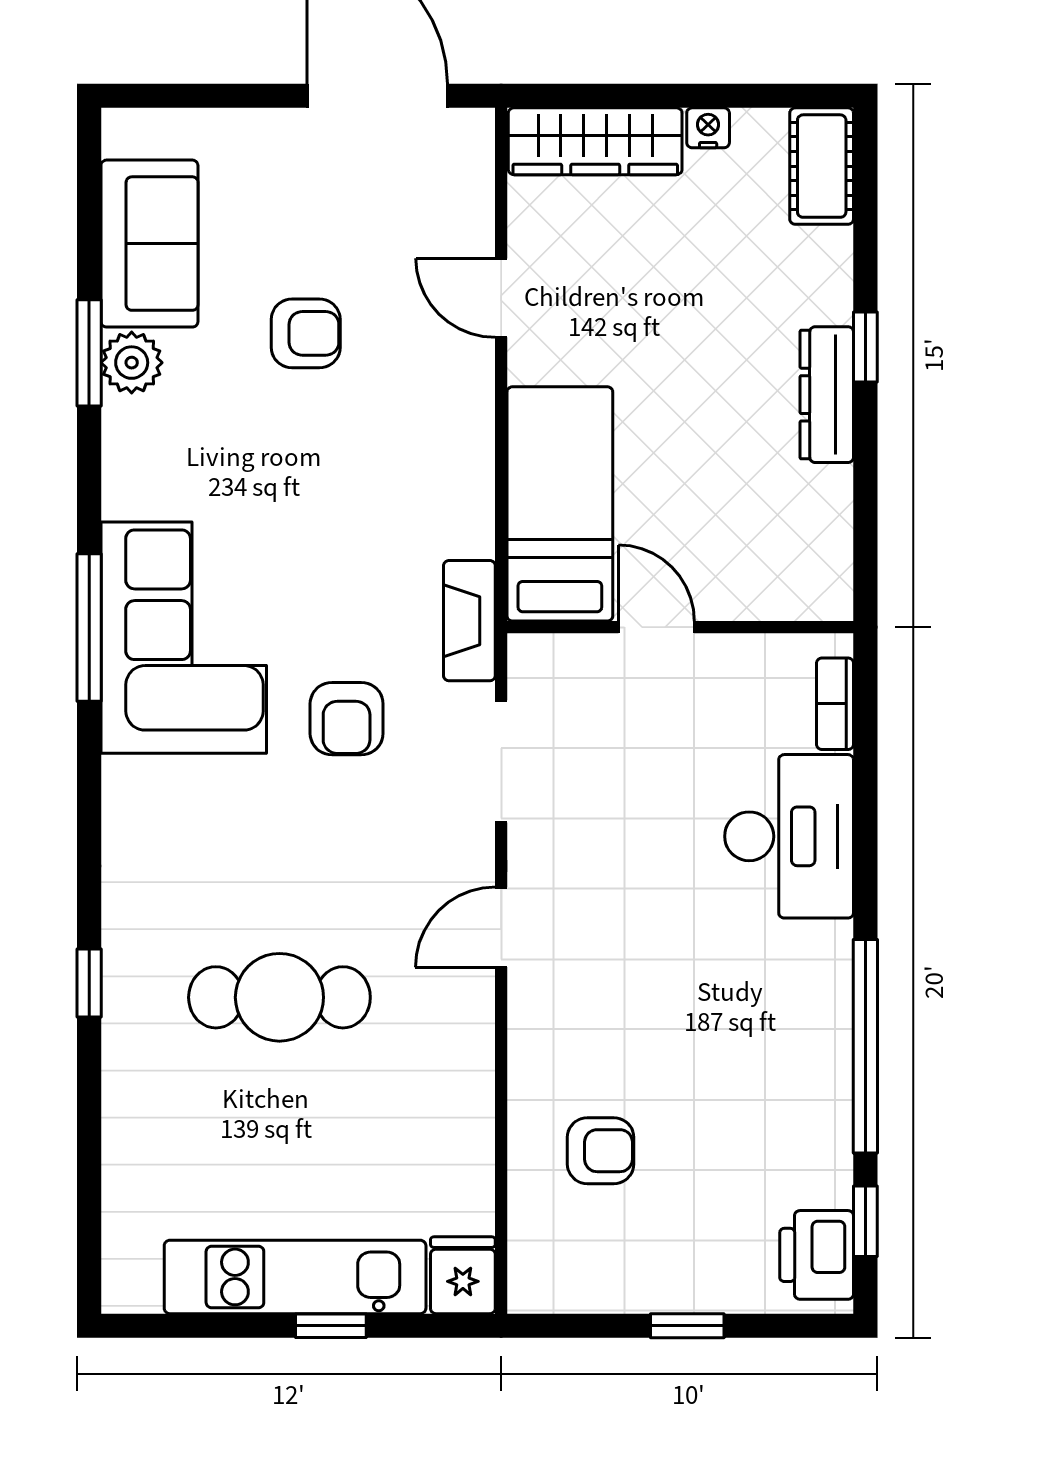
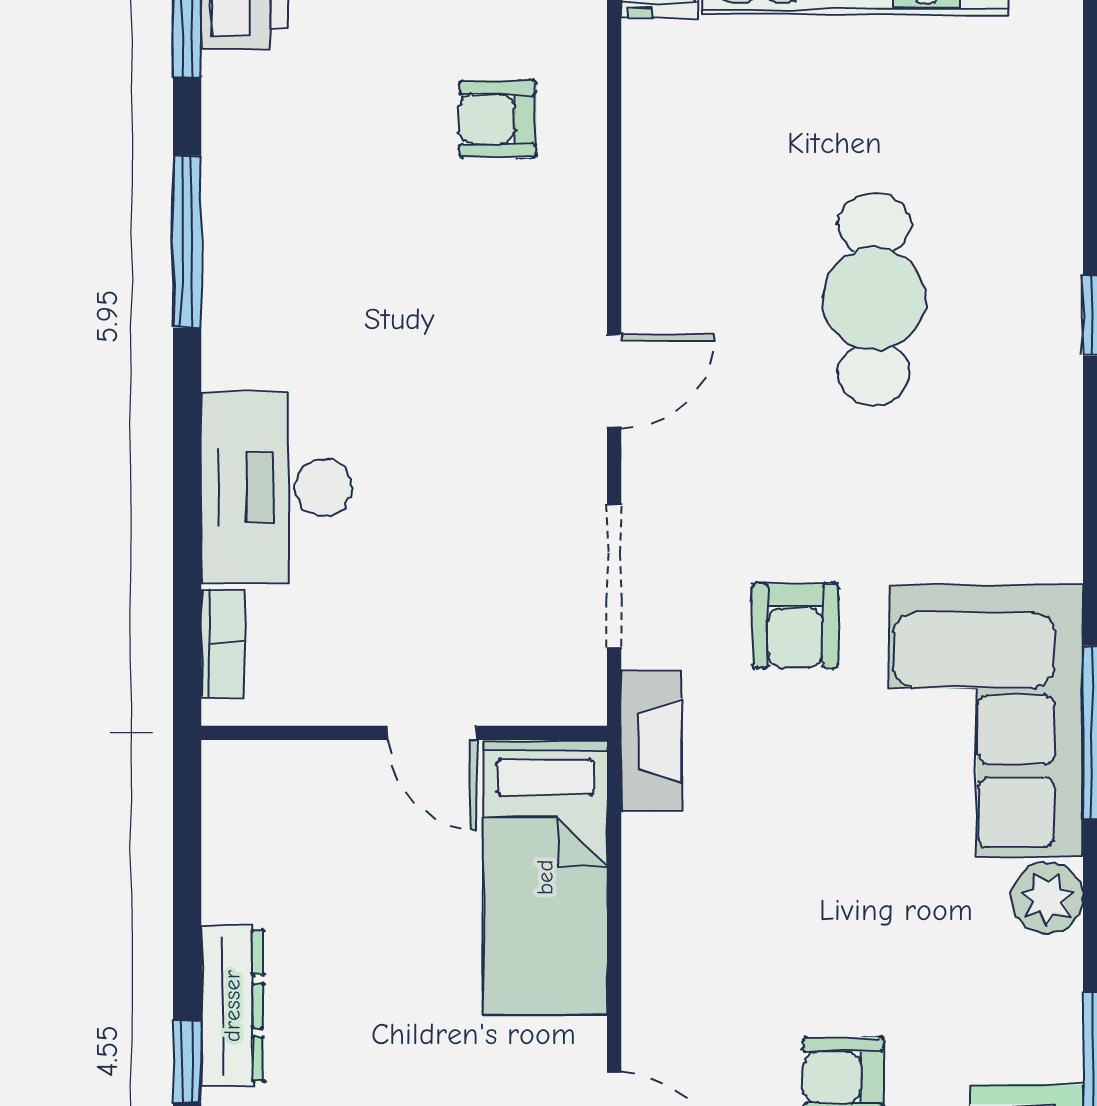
plant: (132, 363) -> (1047, 898), moved
armchair: (347, 719) -> (795, 626), turned 180
cafe table: (279, 997) -> (874, 299), turned 90
window: (865, 1046) -> (187, 242), width x0.68

